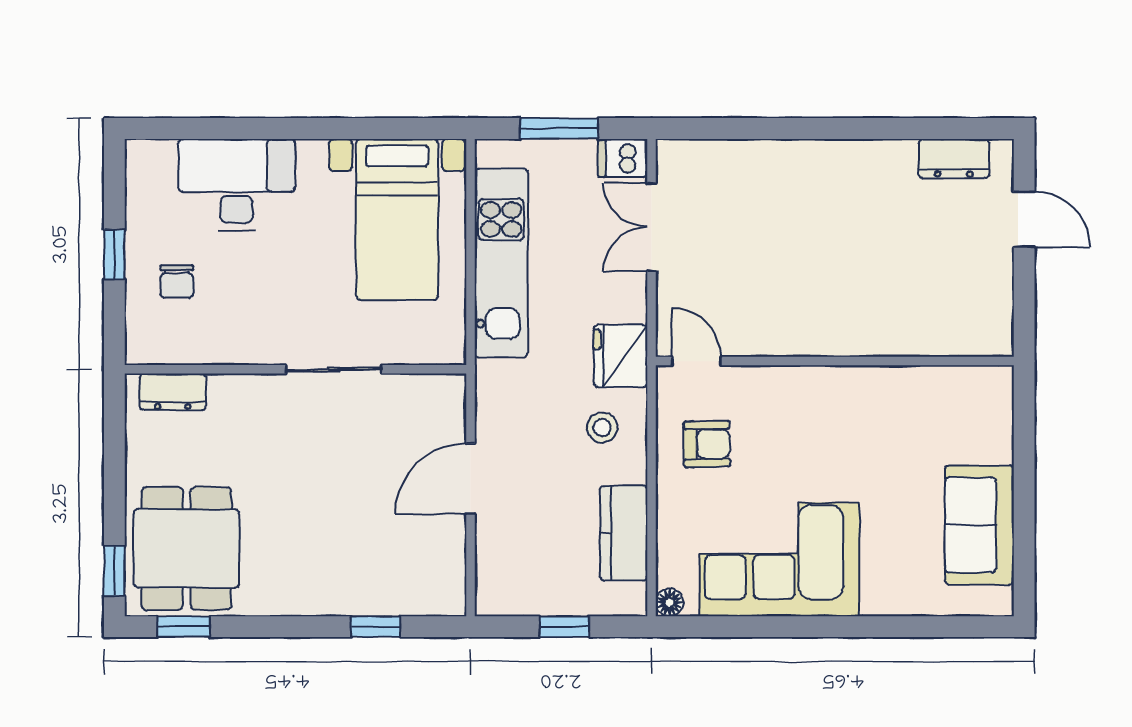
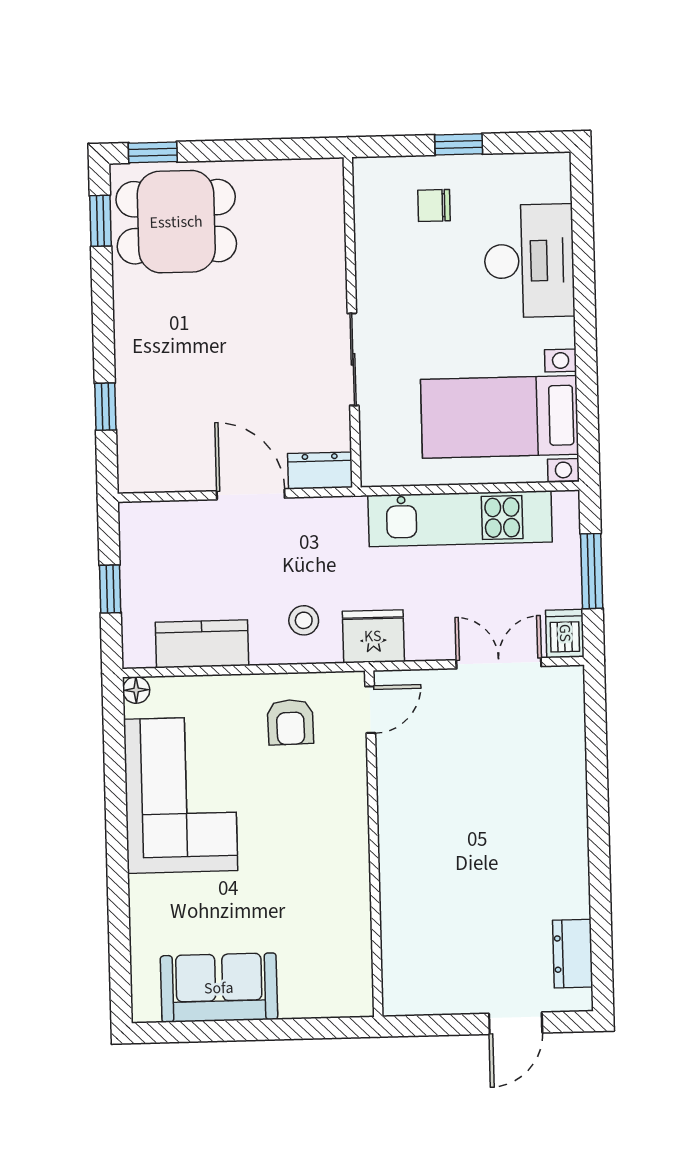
dresser: (173, 392) -> (320, 471), moved, turned 90

